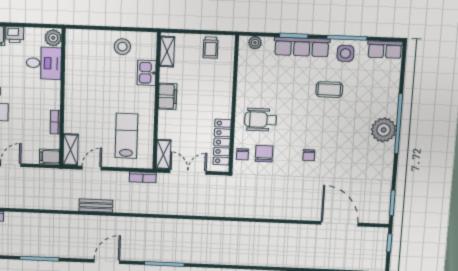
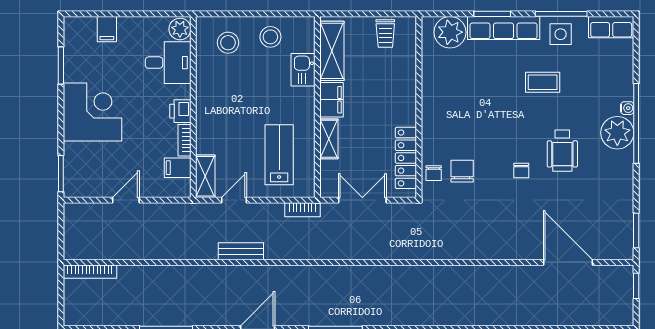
printer: (15, 35) -> (180, 111), moved, turned 90
plant: (255, 43) -> (450, 32), width x1.88, depth x1.88
stool: (90, 50) -> (228, 43), added
shelving: (167, 52) -> (332, 51), width x1.50, depth x1.33
water cooler: (393, 112) -> (627, 108), added
wheelchair: (261, 120) -> (562, 151), moved, turned -90
shelving: (163, 154) -> (329, 139), moved
filing cabinet: (50, 157) -> (178, 168), moved

